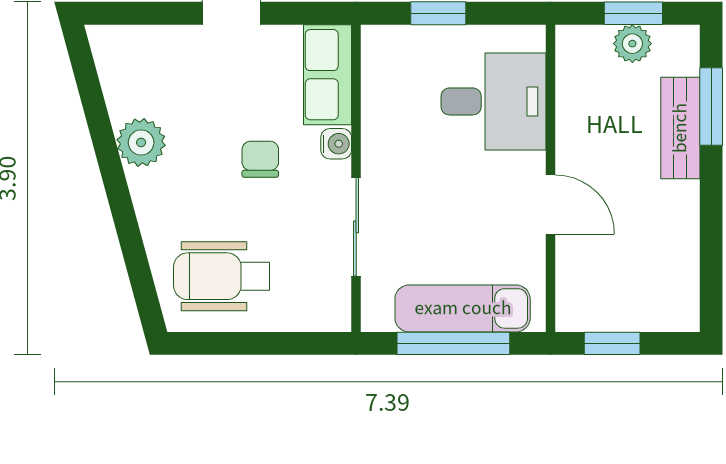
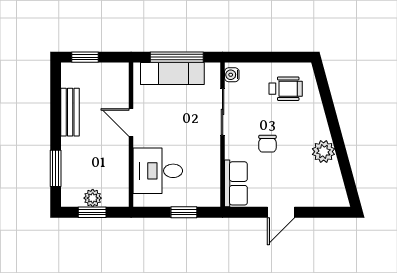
bench: (680, 128) -> (70, 112), moved
water cooler: (336, 144) -> (232, 75), moved
wheelchair: (222, 276) -> (286, 89), width x0.73, depth x0.73
window: (612, 343) -> (85, 57), moved

